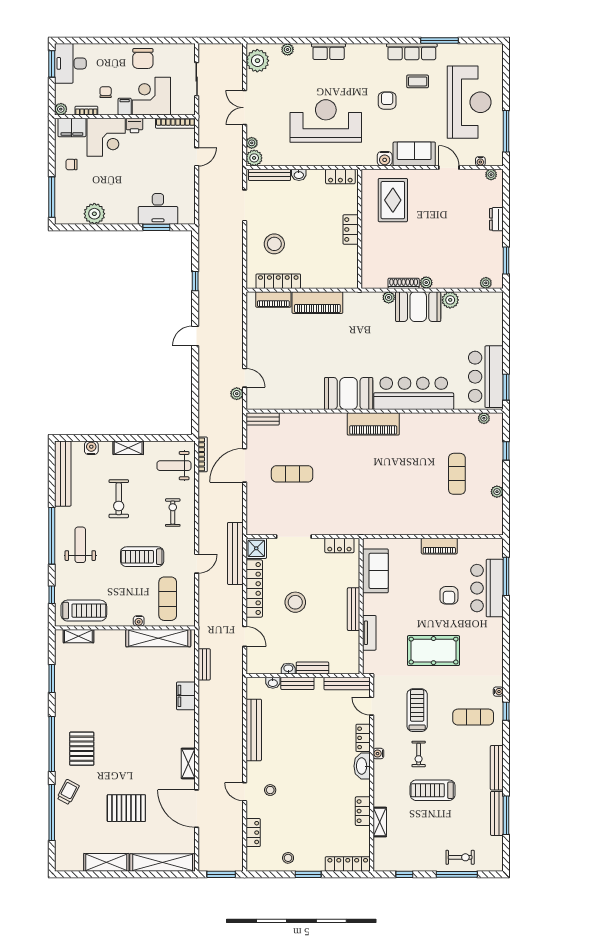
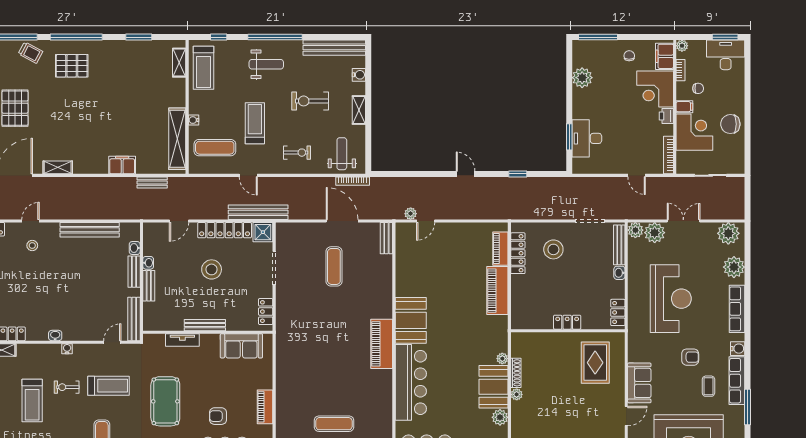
plant: (288, 49) -> (734, 267), width x1.88, depth x1.88
row of seats: (329, 52) -> (737, 309), width x1.48
plant: (252, 143) -> (655, 233), width x1.88, depth x1.88
water cooler: (385, 159) -> (738, 349), moved, turned 180
rug: (393, 200) -> (595, 363), turned 90
locker: (363, 738) -> (82, 334), removed
washbasin: (362, 766) -> (55, 336), width x0.52, depth x0.69
treadmill: (433, 790) -> (32, 400), turned 180

